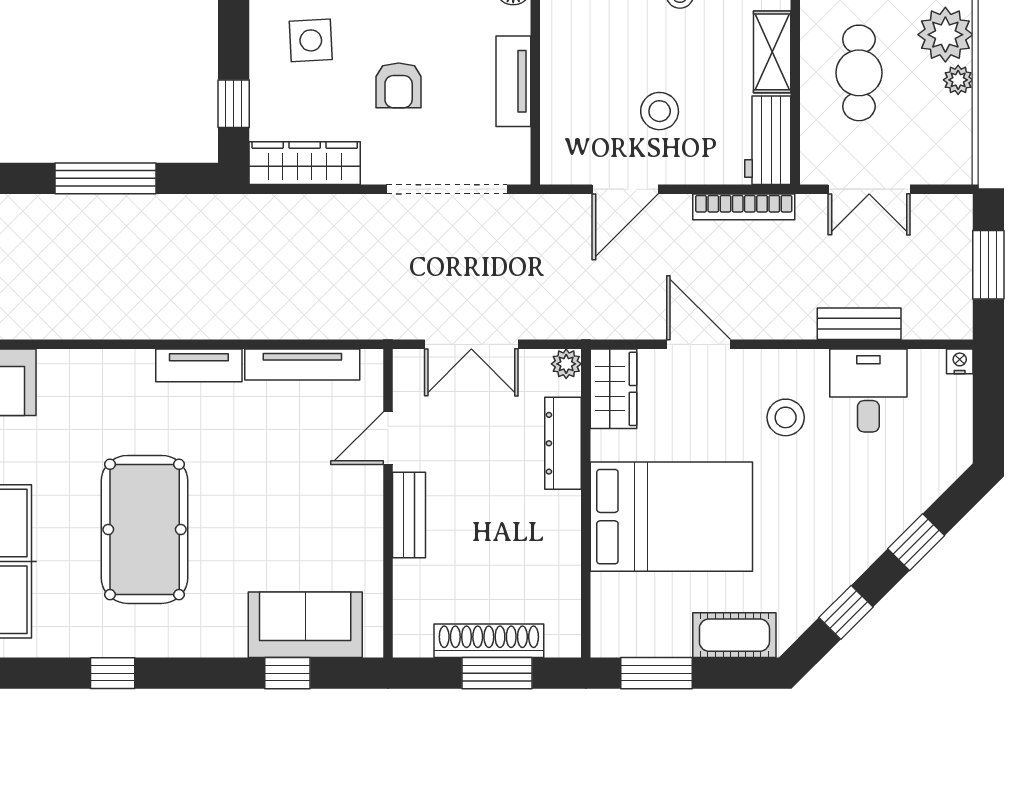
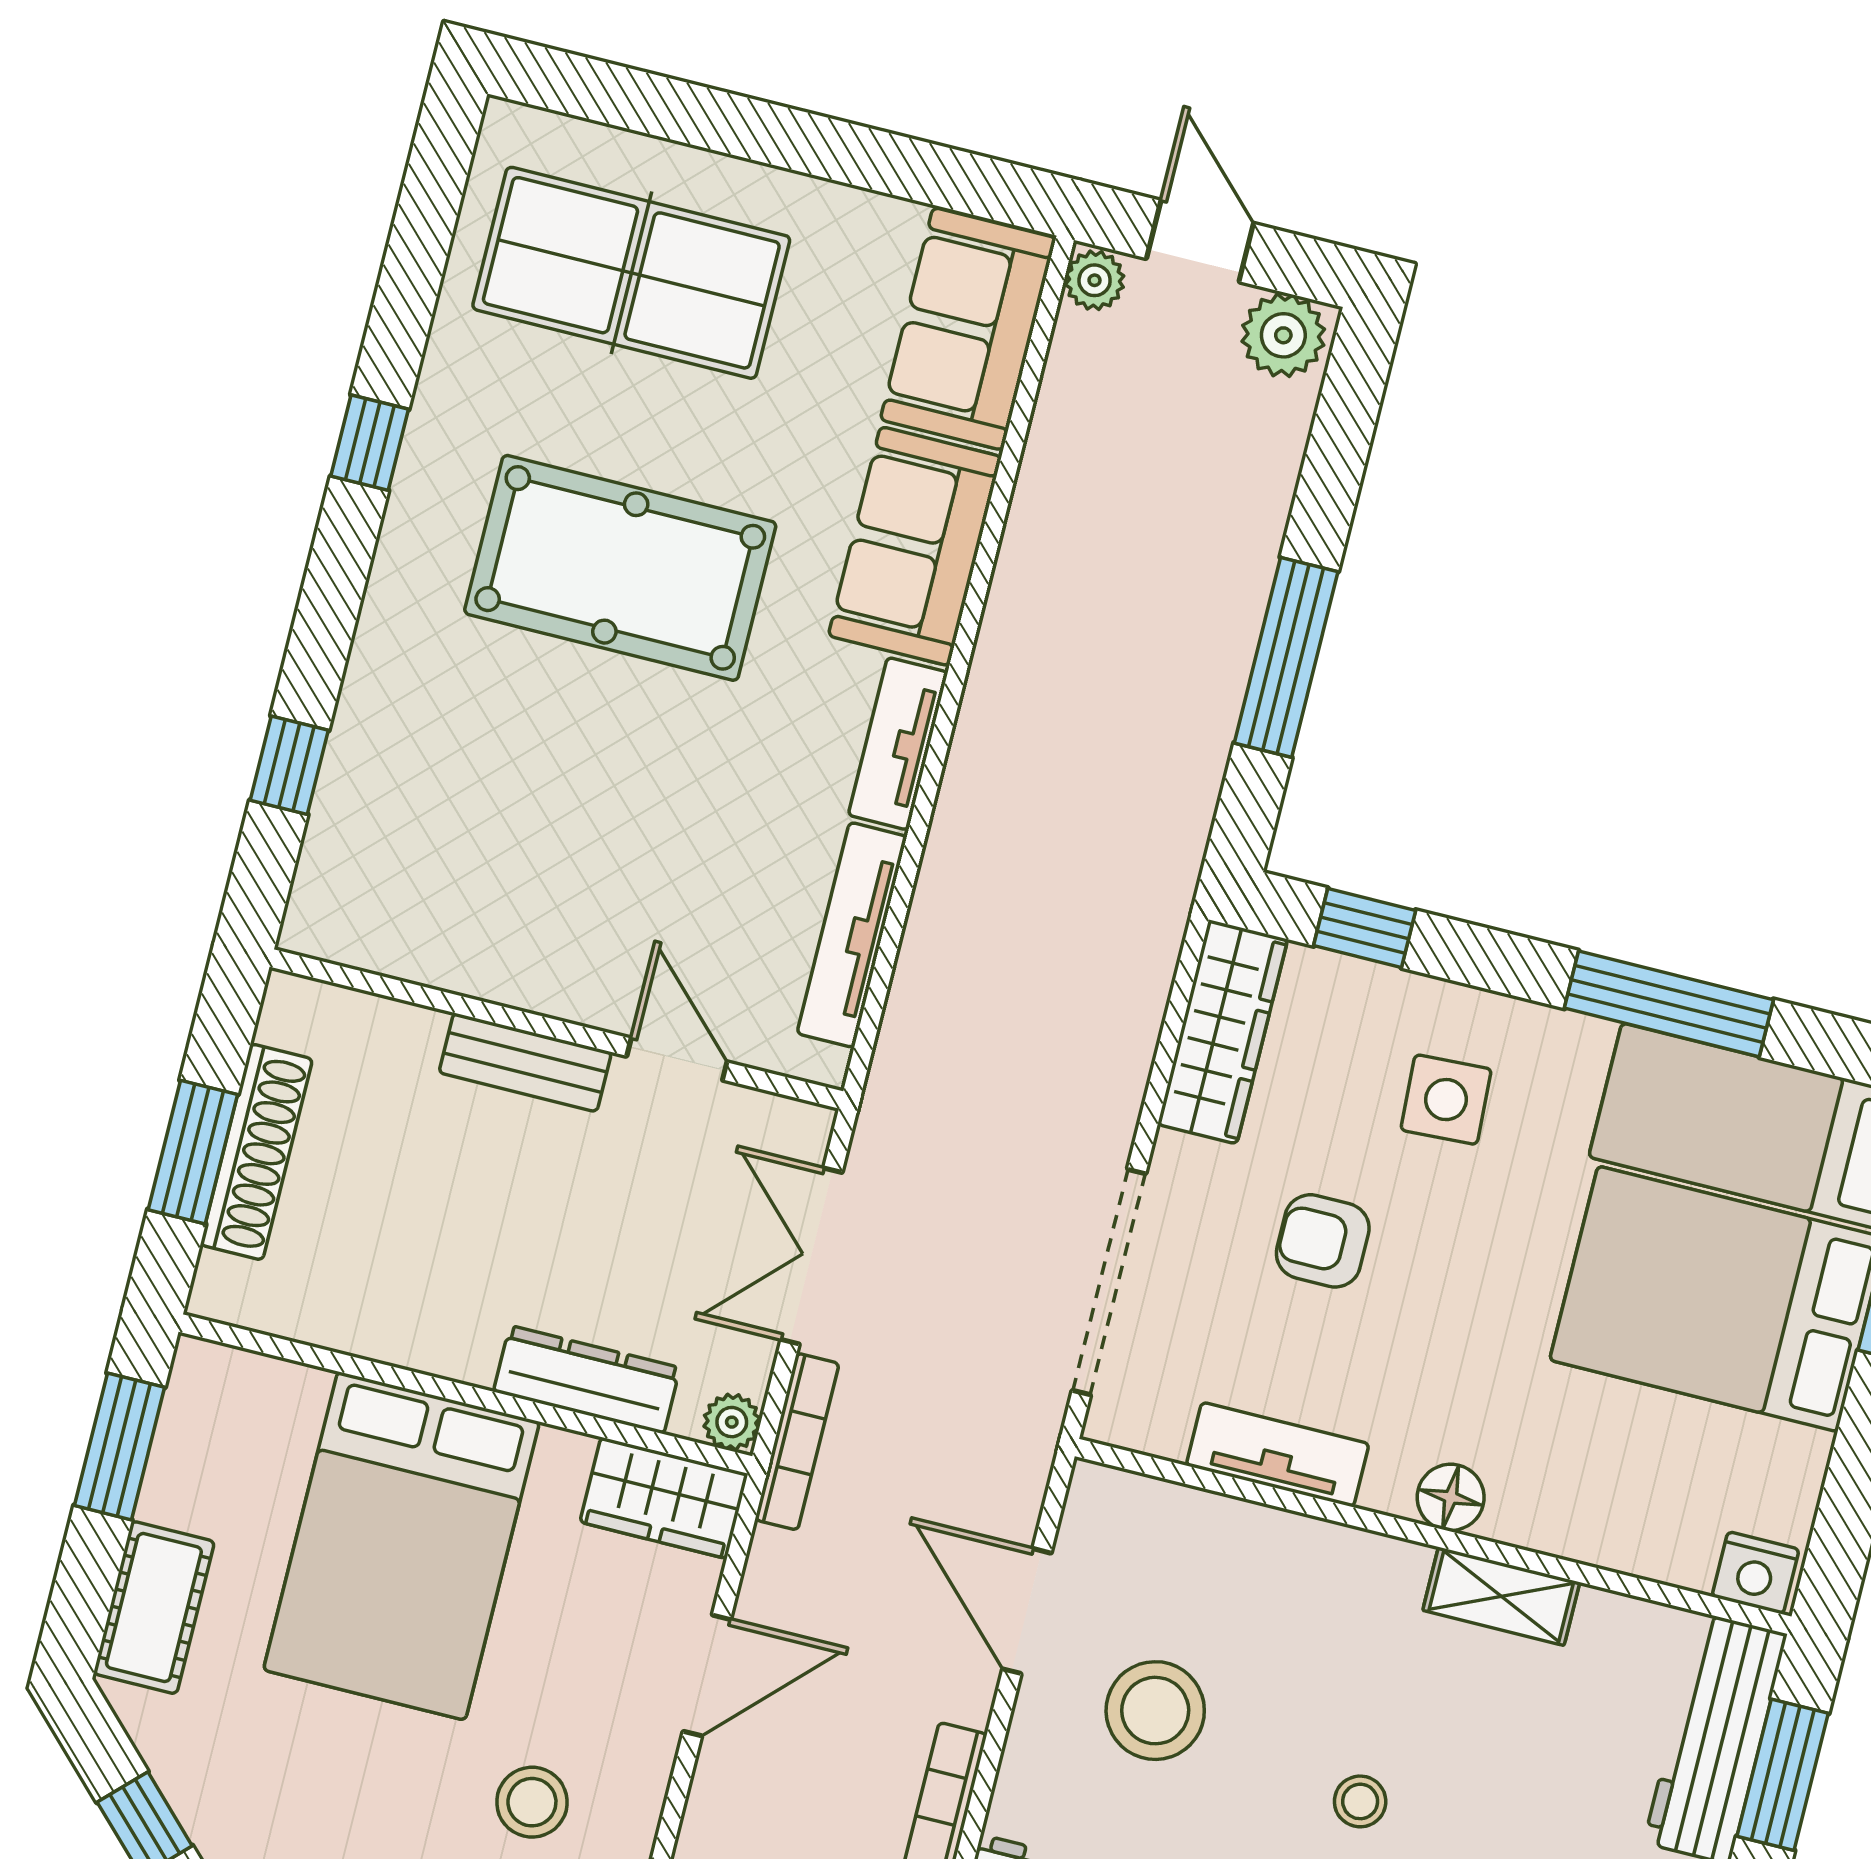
stool: (660, 111) -> (1155, 1711), width x1.38, depth x1.38
bookcase: (568, 328) -> (797, 1442), added
sofa: (305, 625) -> (915, 546), moved, turned 180

